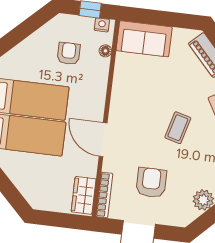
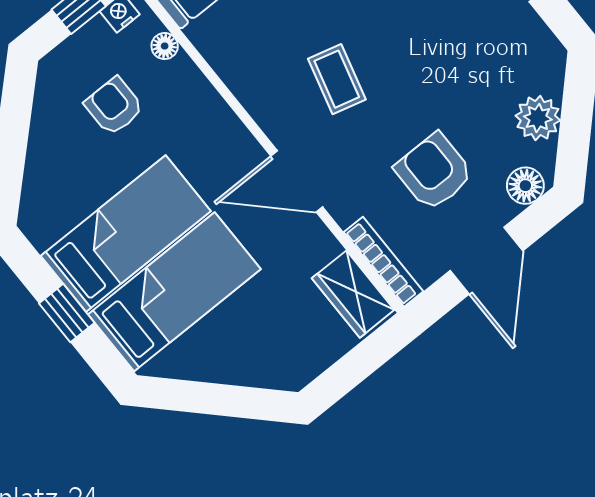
coffee table: (178, 128) -> (337, 79), moved
floor lamp: (176, 218) -> (525, 186), added

